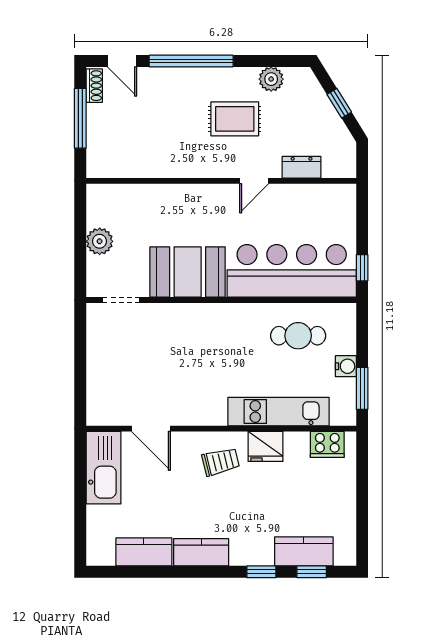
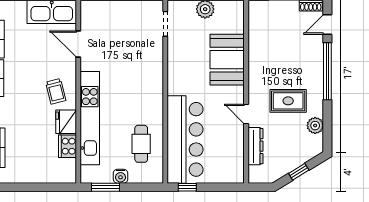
rug: (235, 119) -> (288, 101), turned 90
dresser: (302, 167) -> (255, 146), width x1.44
booth: (188, 272) -> (227, 60), moved
kitchen unit: (279, 412) -> (90, 118), width x1.36
door: (151, 429) -> (78, 44), hinge flipped
cooker: (327, 444) -> (68, 146), moved

